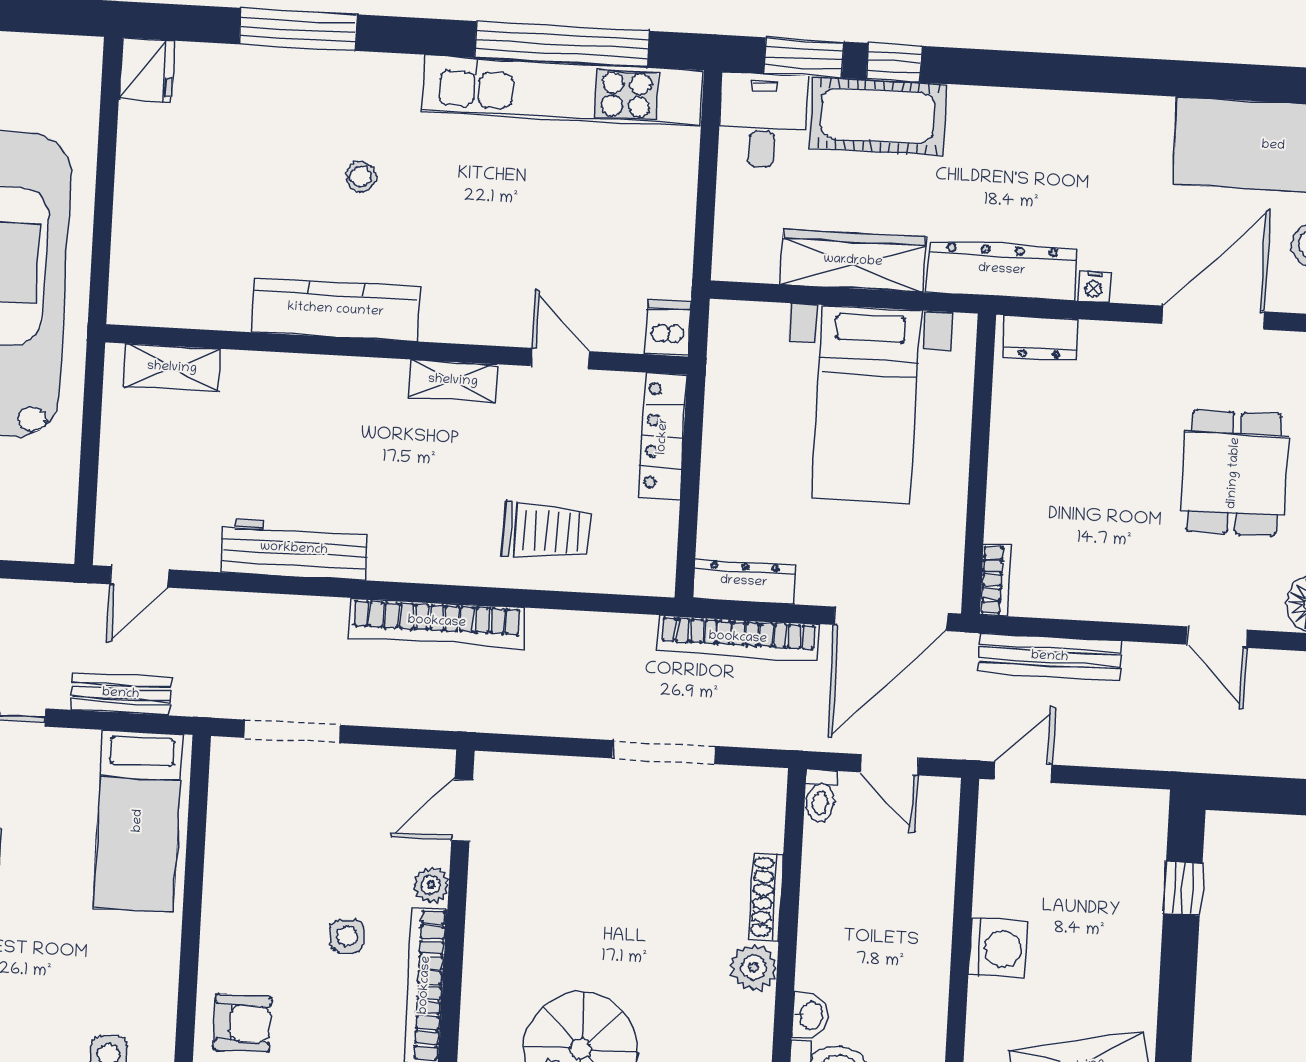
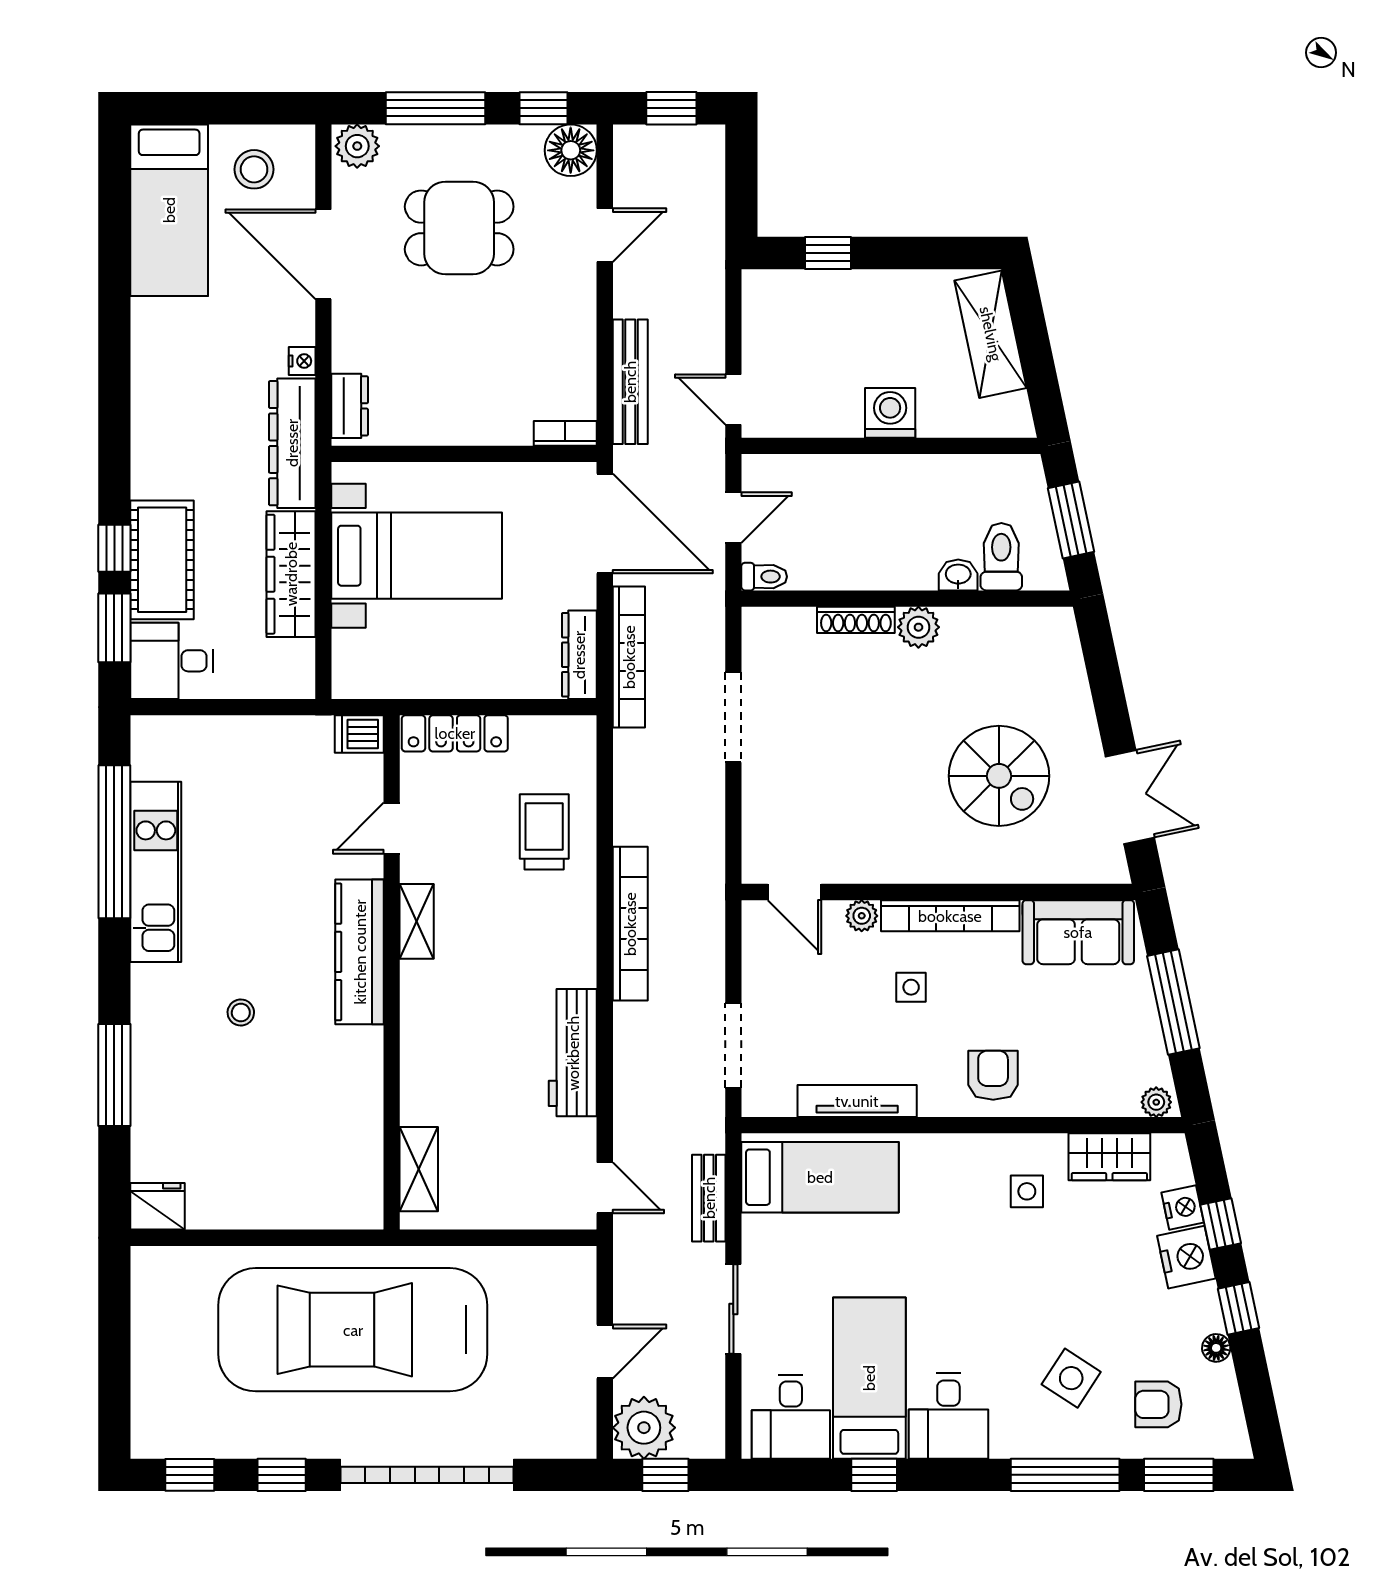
kitchen unit: (562, 91) -> (156, 872), width x0.73
kitchen counter: (336, 310) -> (360, 952), moved
tv unit: (222, 868) -> (857, 1101), added

